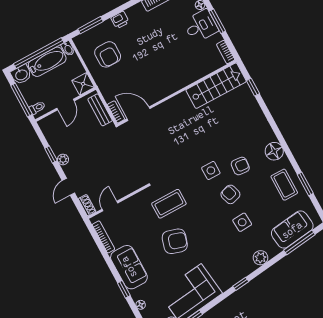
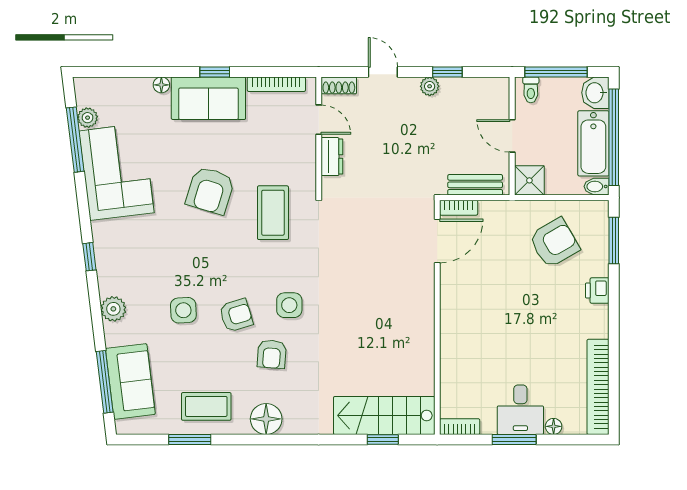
armchair: (108, 54) -> (554, 243), turned 150
stairs: (216, 86) -> (384, 416), moved, turned 90
dresser: (125, 189) -> (332, 157), added
window: (124, 289) -> (215, 72), moved
floor lamp: (141, 305) -> (161, 85), moved

